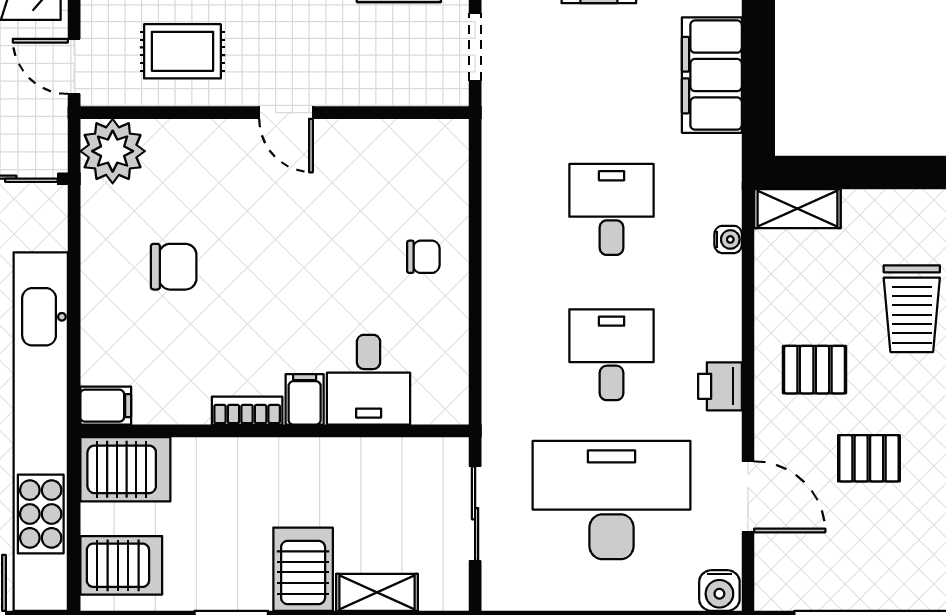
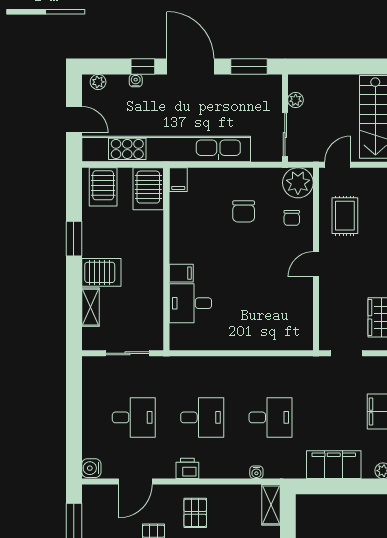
chair: (423, 257) -> (292, 218), moved
bookcase: (247, 411) -> (176, 246), removed
desk: (612, 500) -> (134, 417), width x0.53, depth x0.77

